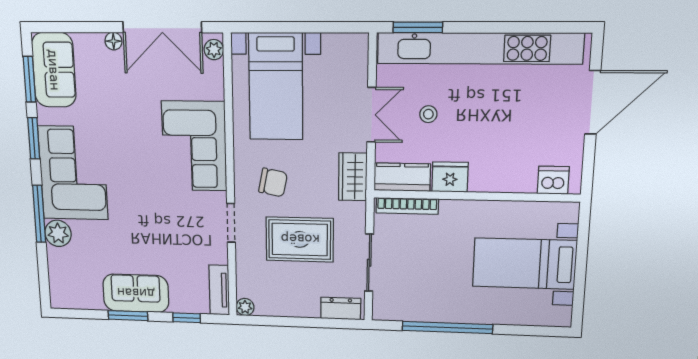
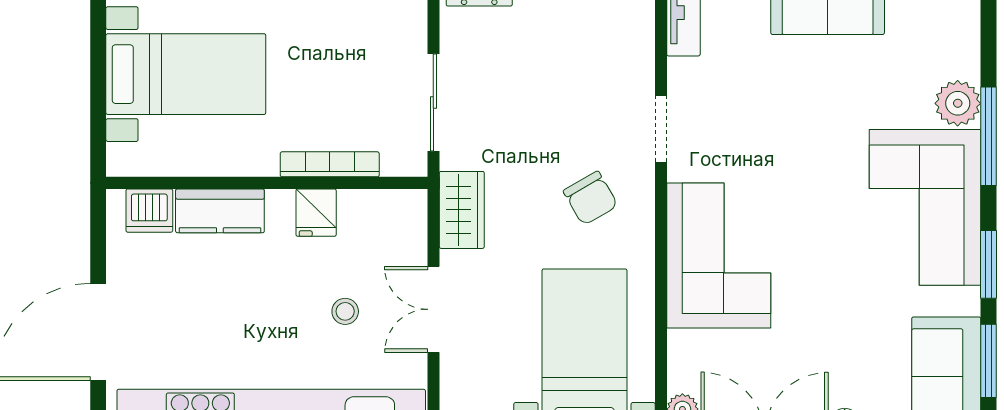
kitchen counter: (402, 177) -> (220, 211), moved
fridge: (450, 177) -> (316, 213), width x0.72
chair: (273, 182) -> (591, 198), turned -131
bookcase: (407, 206) -> (330, 164), moved
rug: (300, 239) -> (547, 104), removed
sliding door: (369, 263) -> (433, 103), moved

